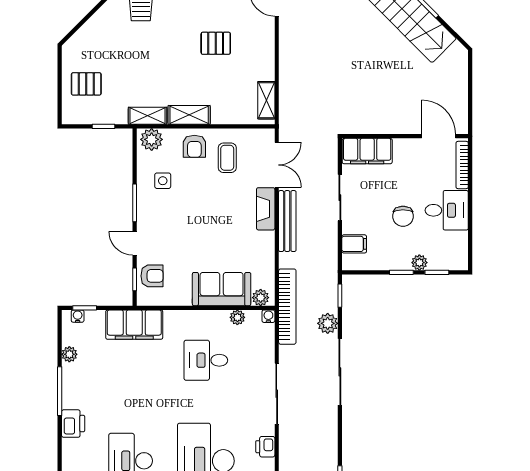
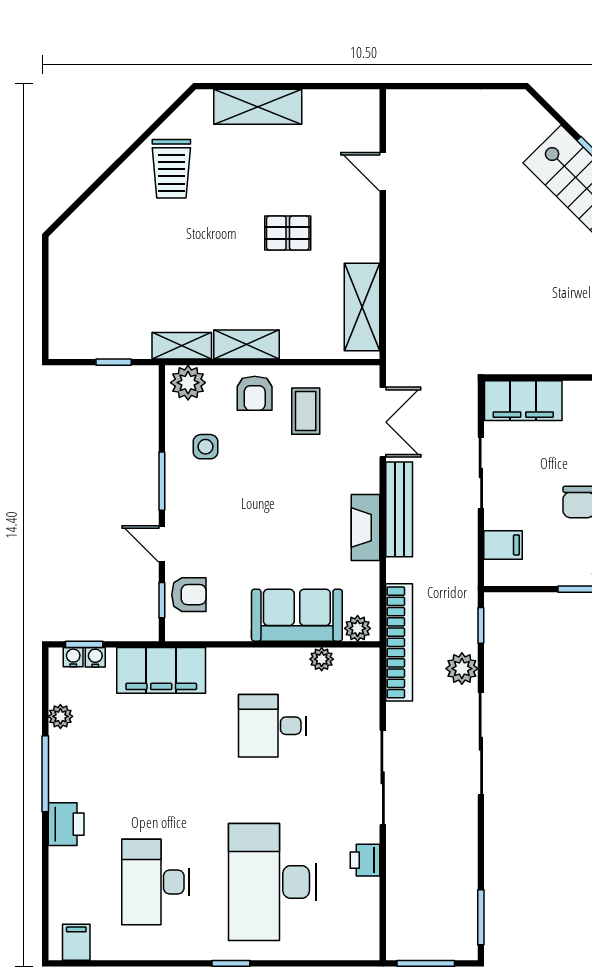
pallet: (86, 84) -> (87, 296), removed
shelving: (266, 100) -> (362, 307), width x1.50, depth x1.33
fireplace: (266, 209) -> (365, 528), moved
water cooler: (268, 316) -> (95, 657), moved

